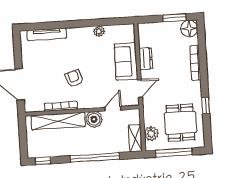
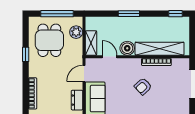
armchair: (74, 78) -> (143, 86), turned 65
door: (113, 109) -> (110, 57), swing flipped
shelving: (135, 138) -> (91, 43), moved
window: (95, 158) -> (129, 14), width x0.47

